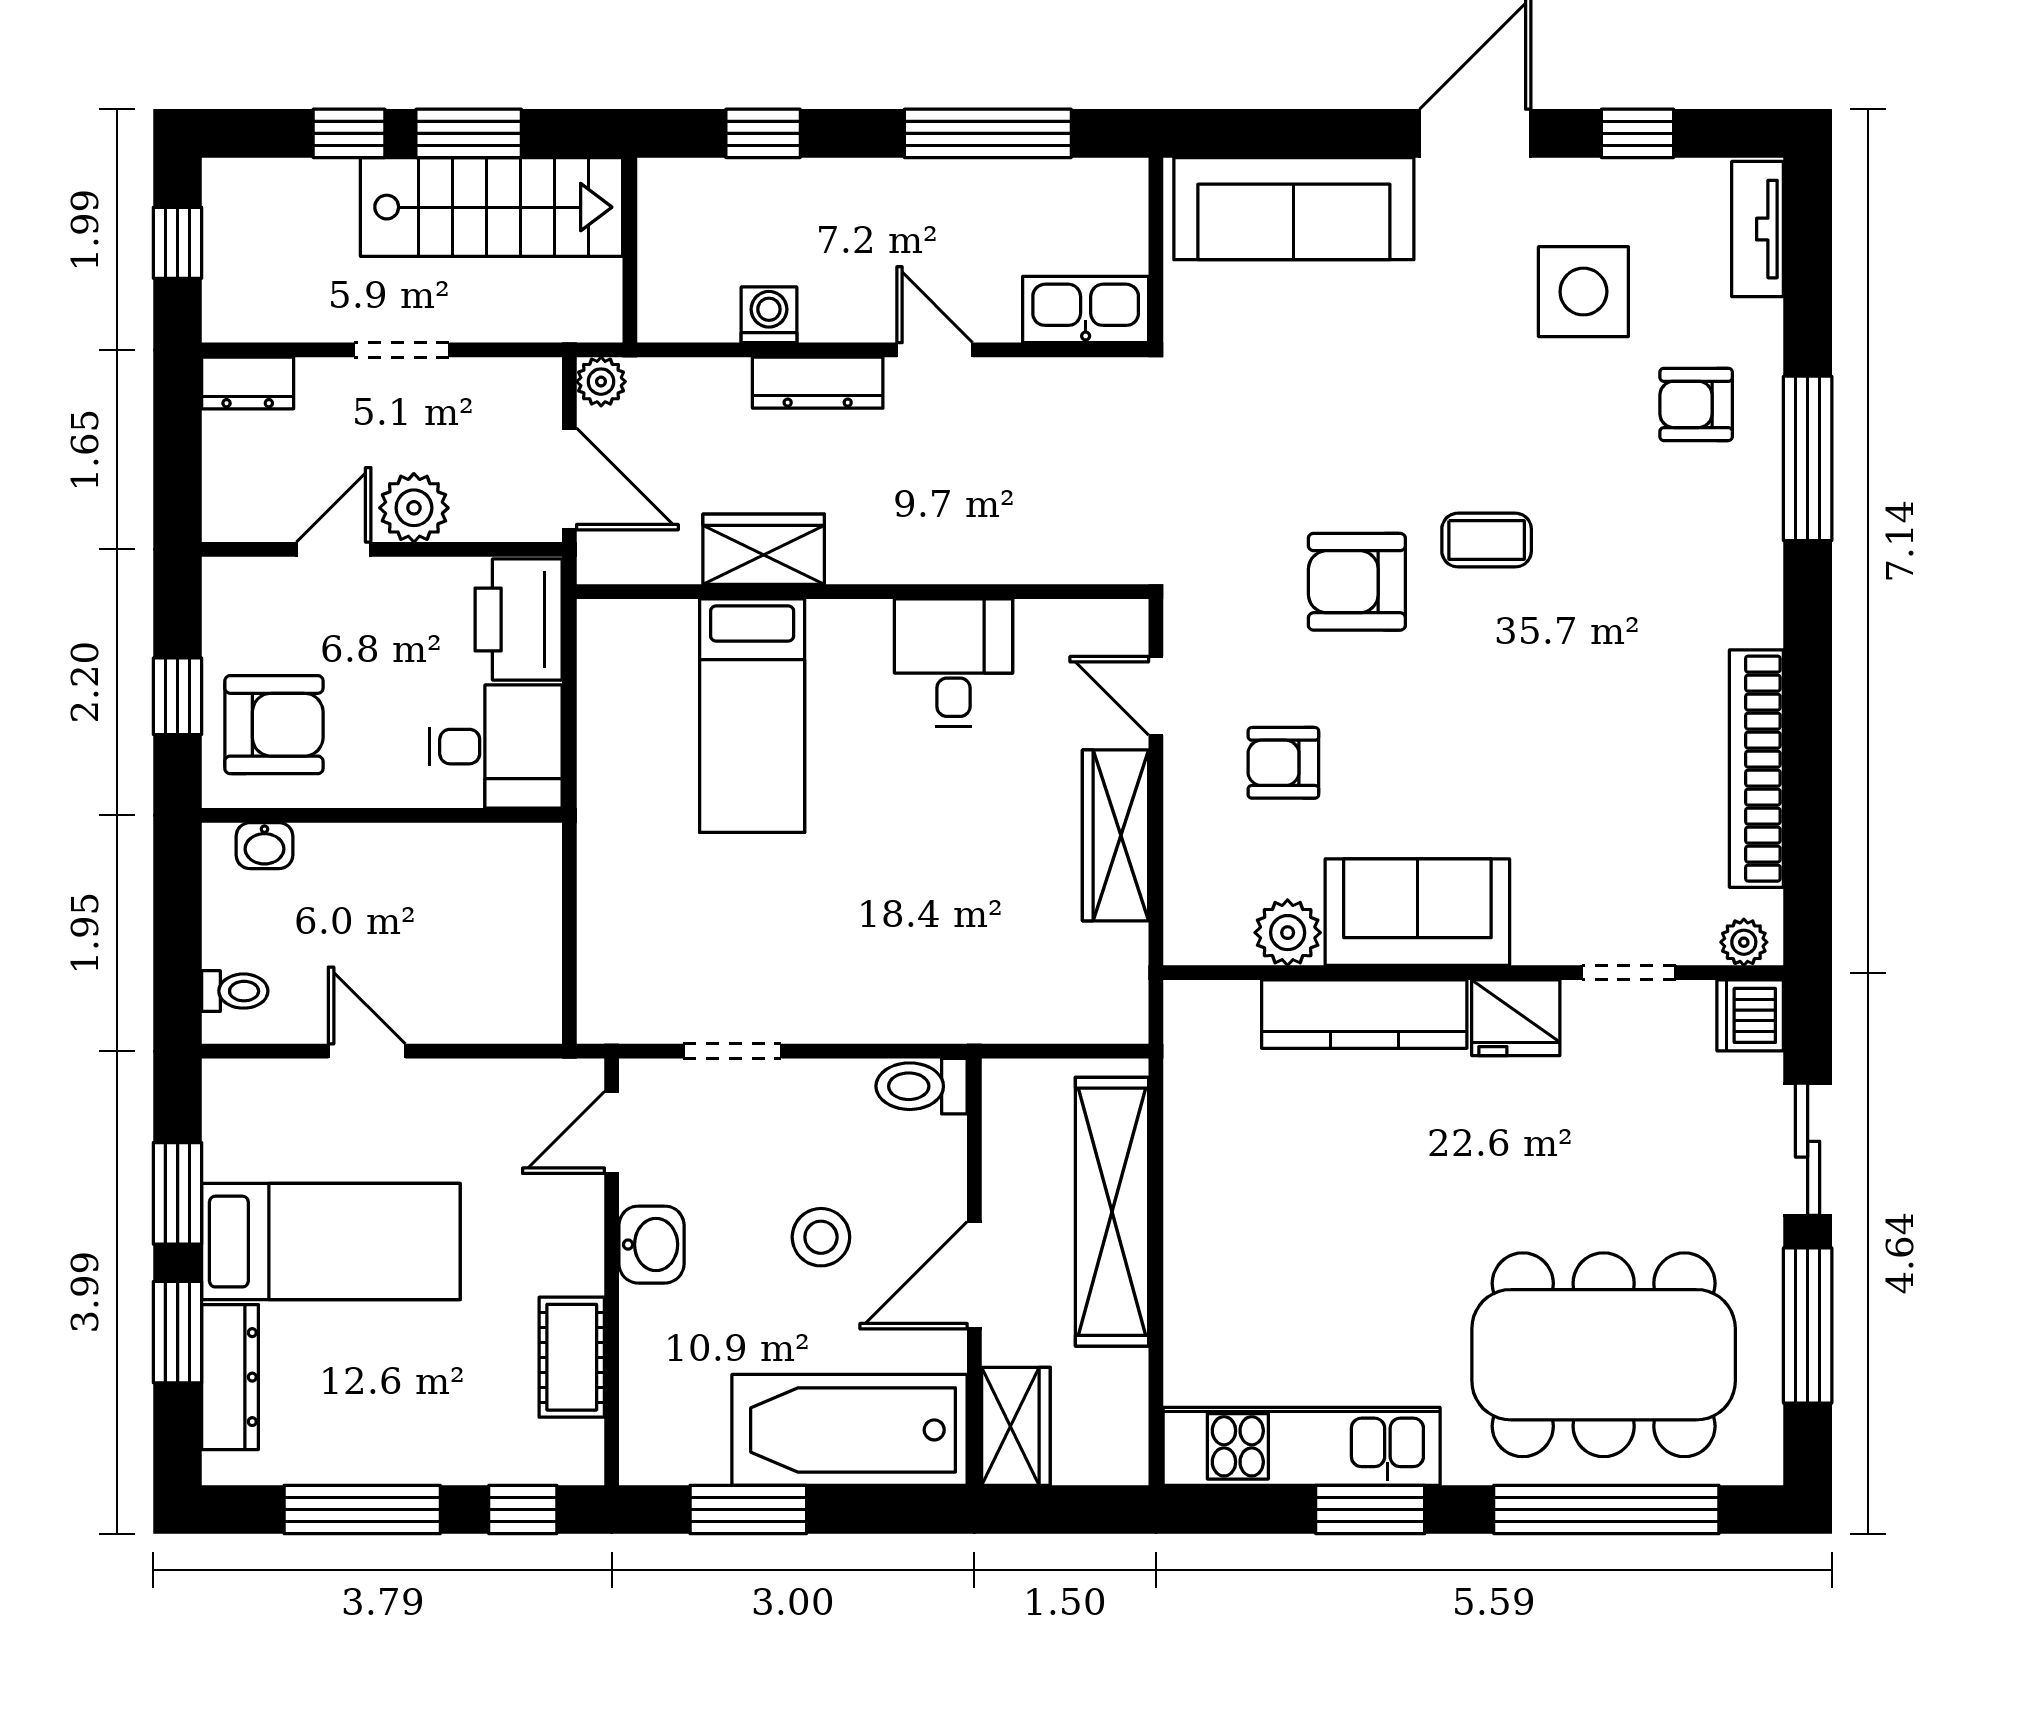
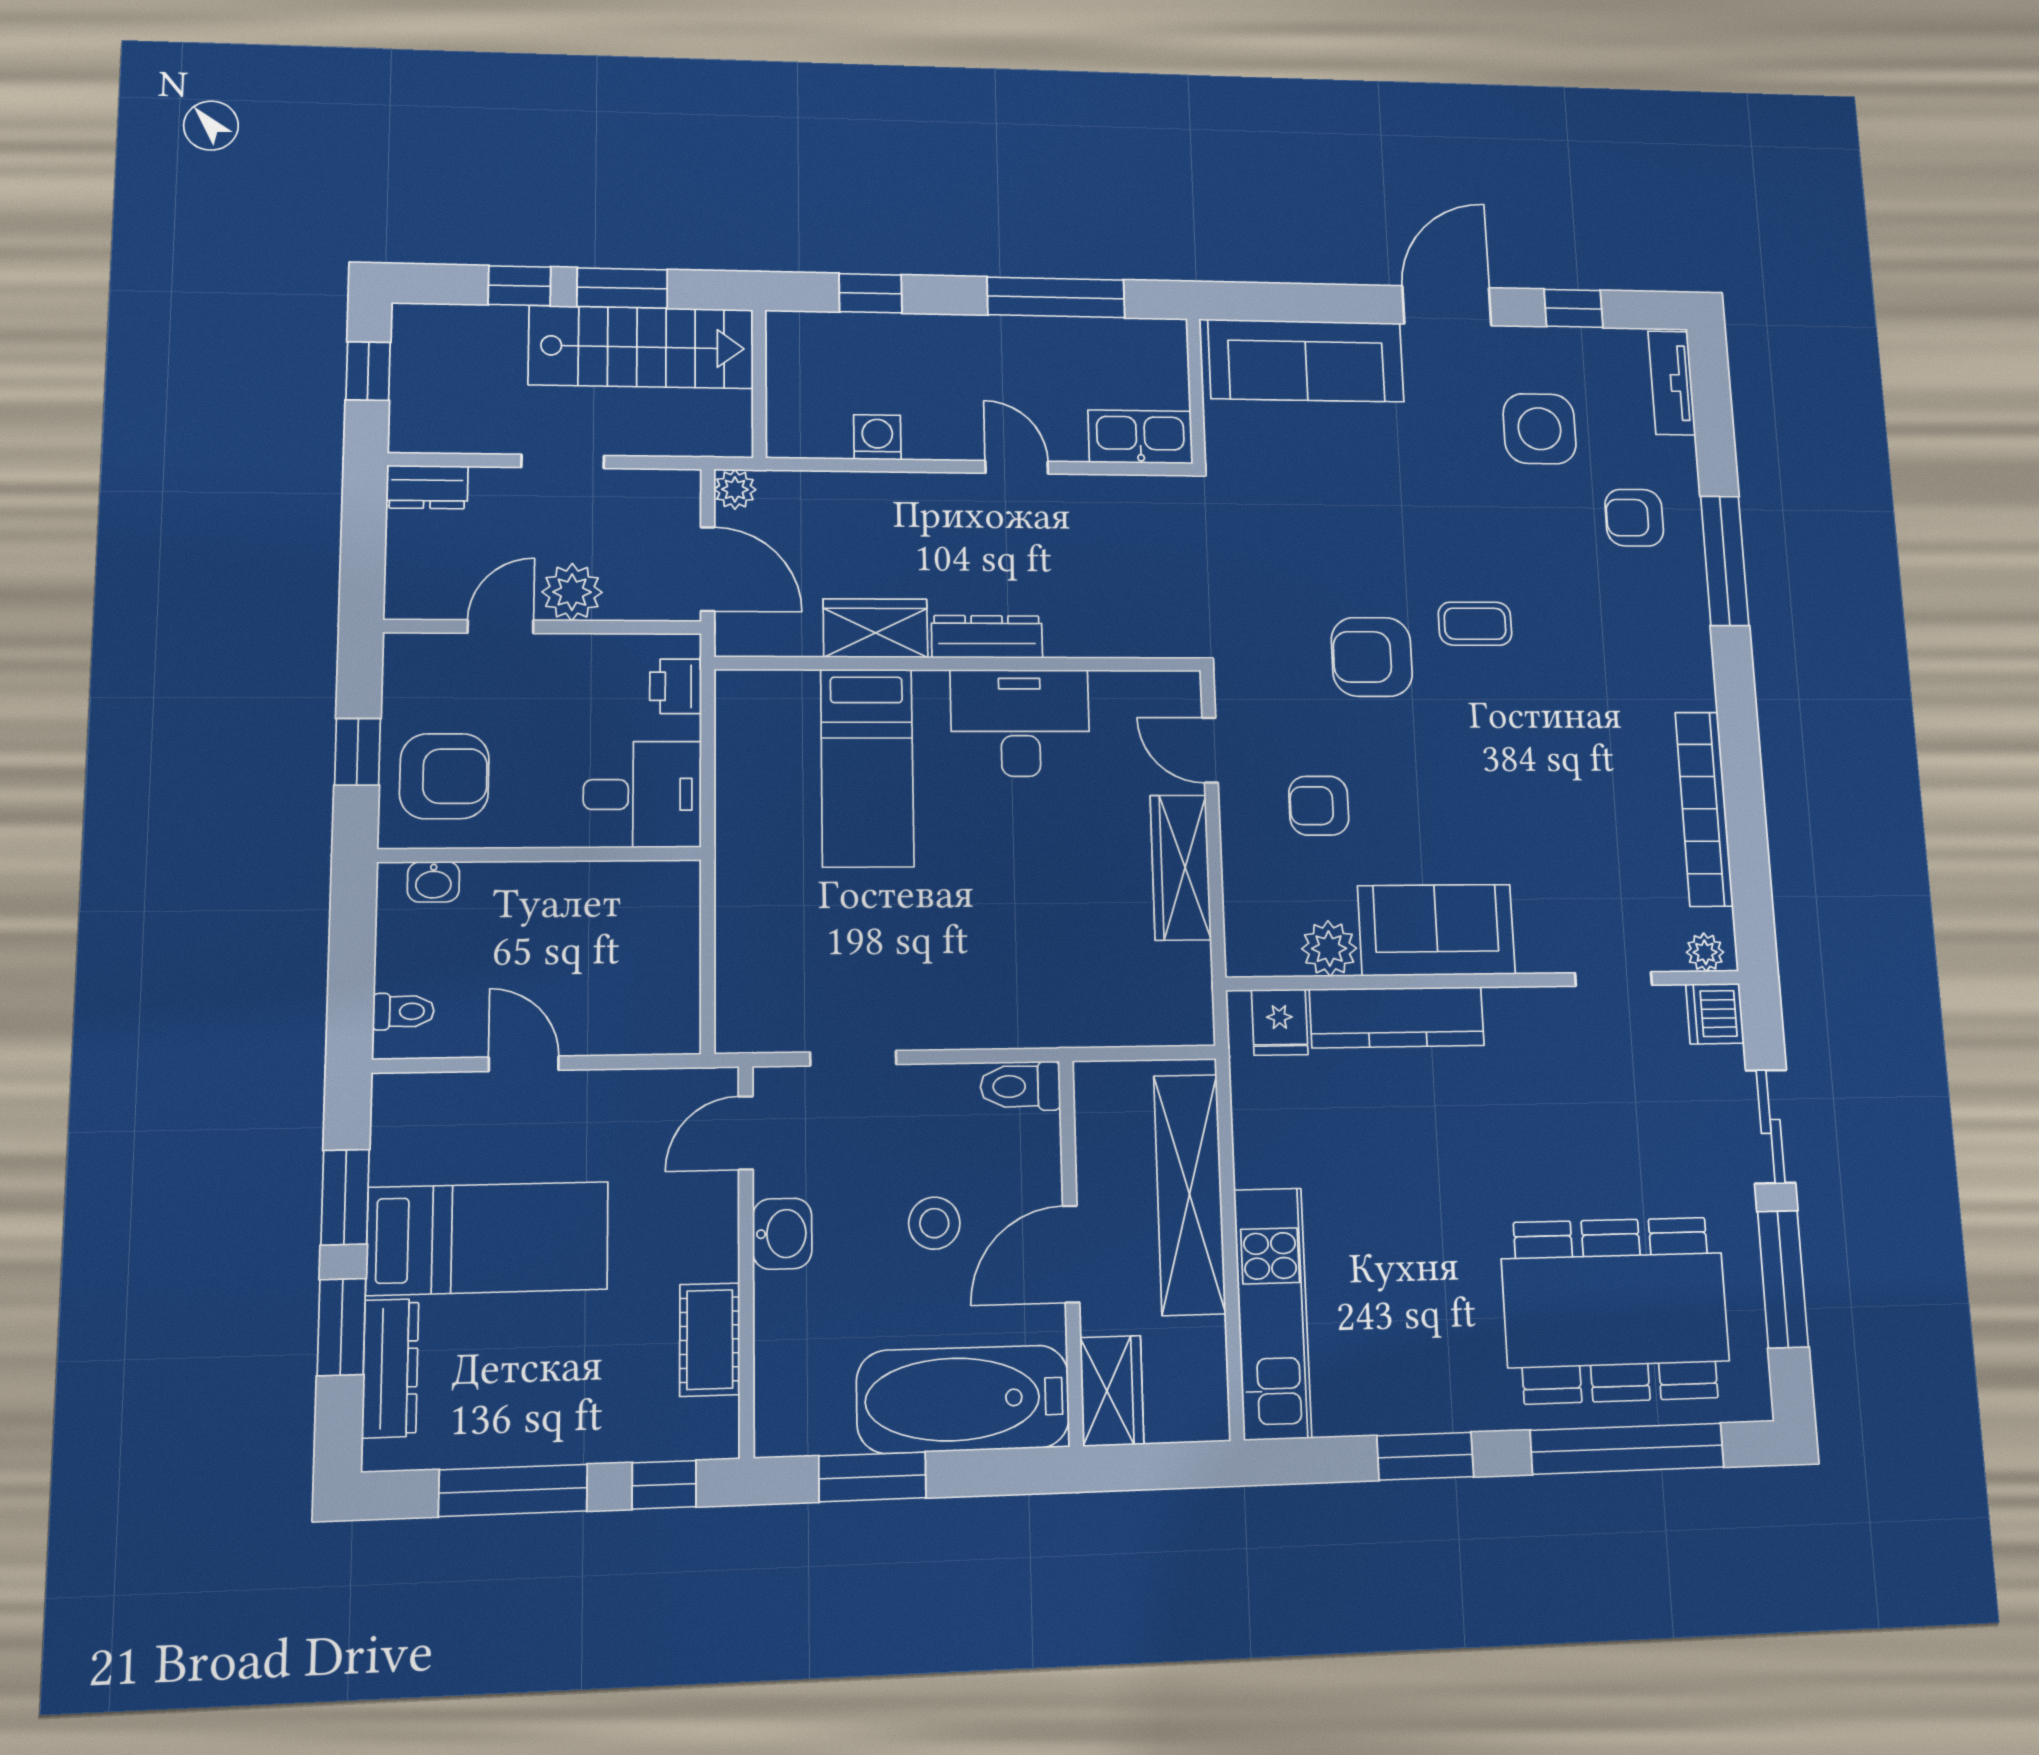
dresser: (818, 383) -> (987, 637), moved, turned 180
printer: (519, 620) -> (676, 686), width x0.53, depth x0.68
desk: (953, 663) -> (1020, 723), width x1.37
fridge: (1516, 1018) -> (1280, 1022), moved, width x0.72
kitchen unit: (1302, 1446) -> (1273, 1313), moved, turned 90

